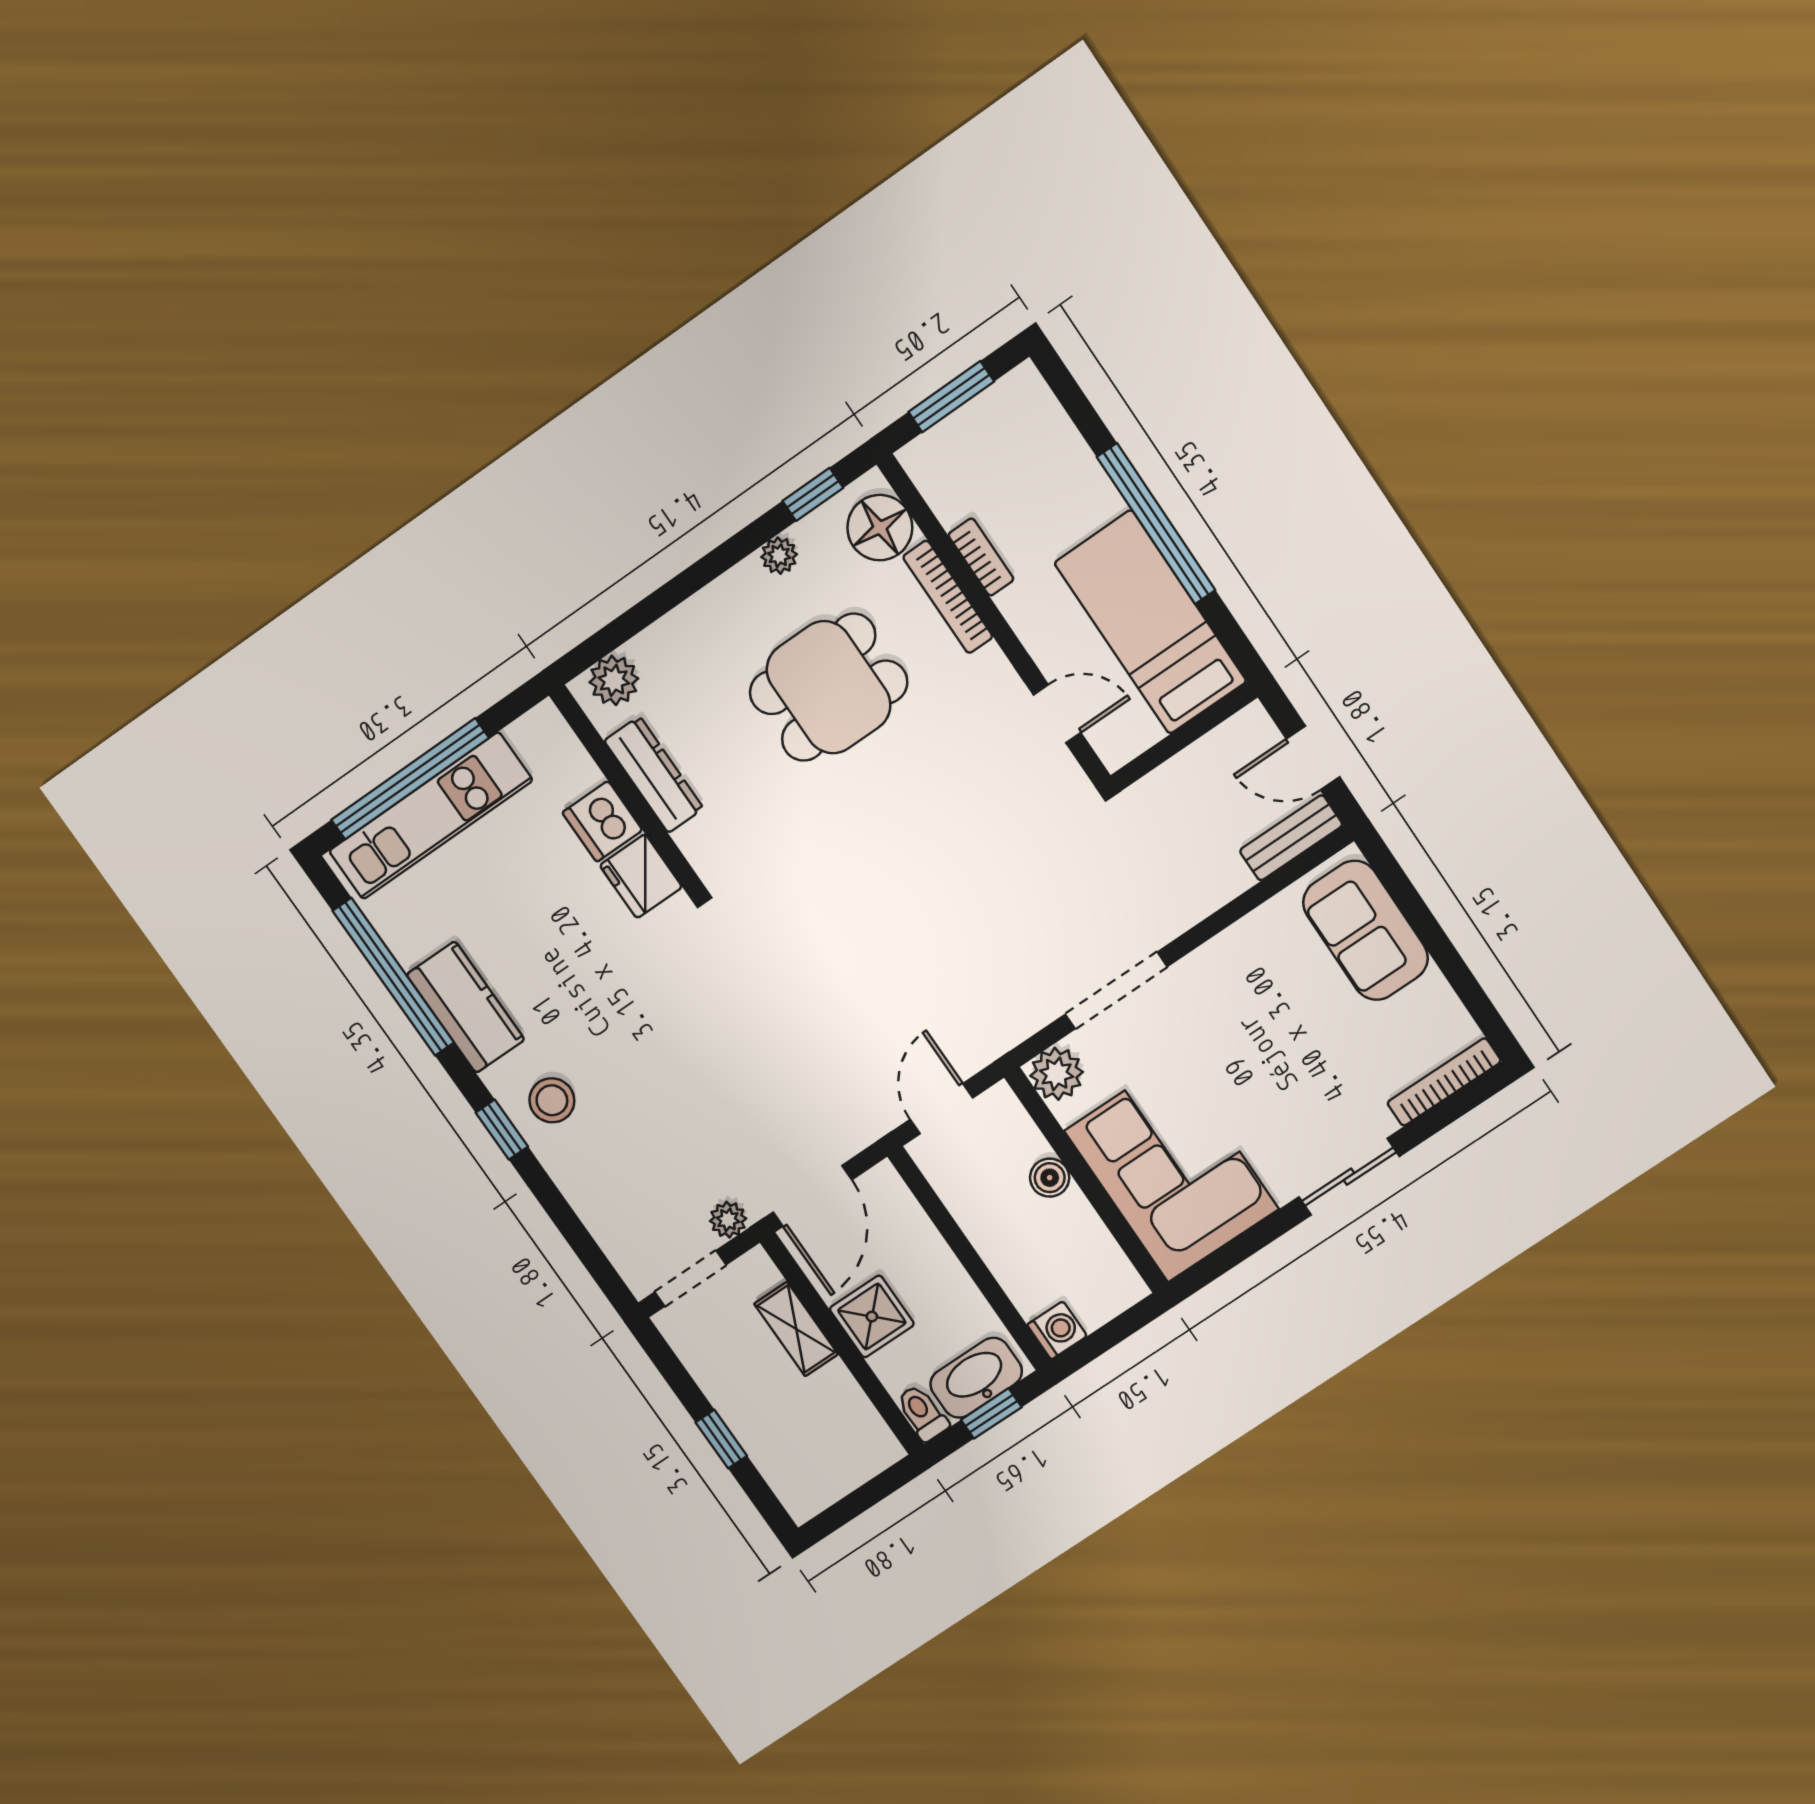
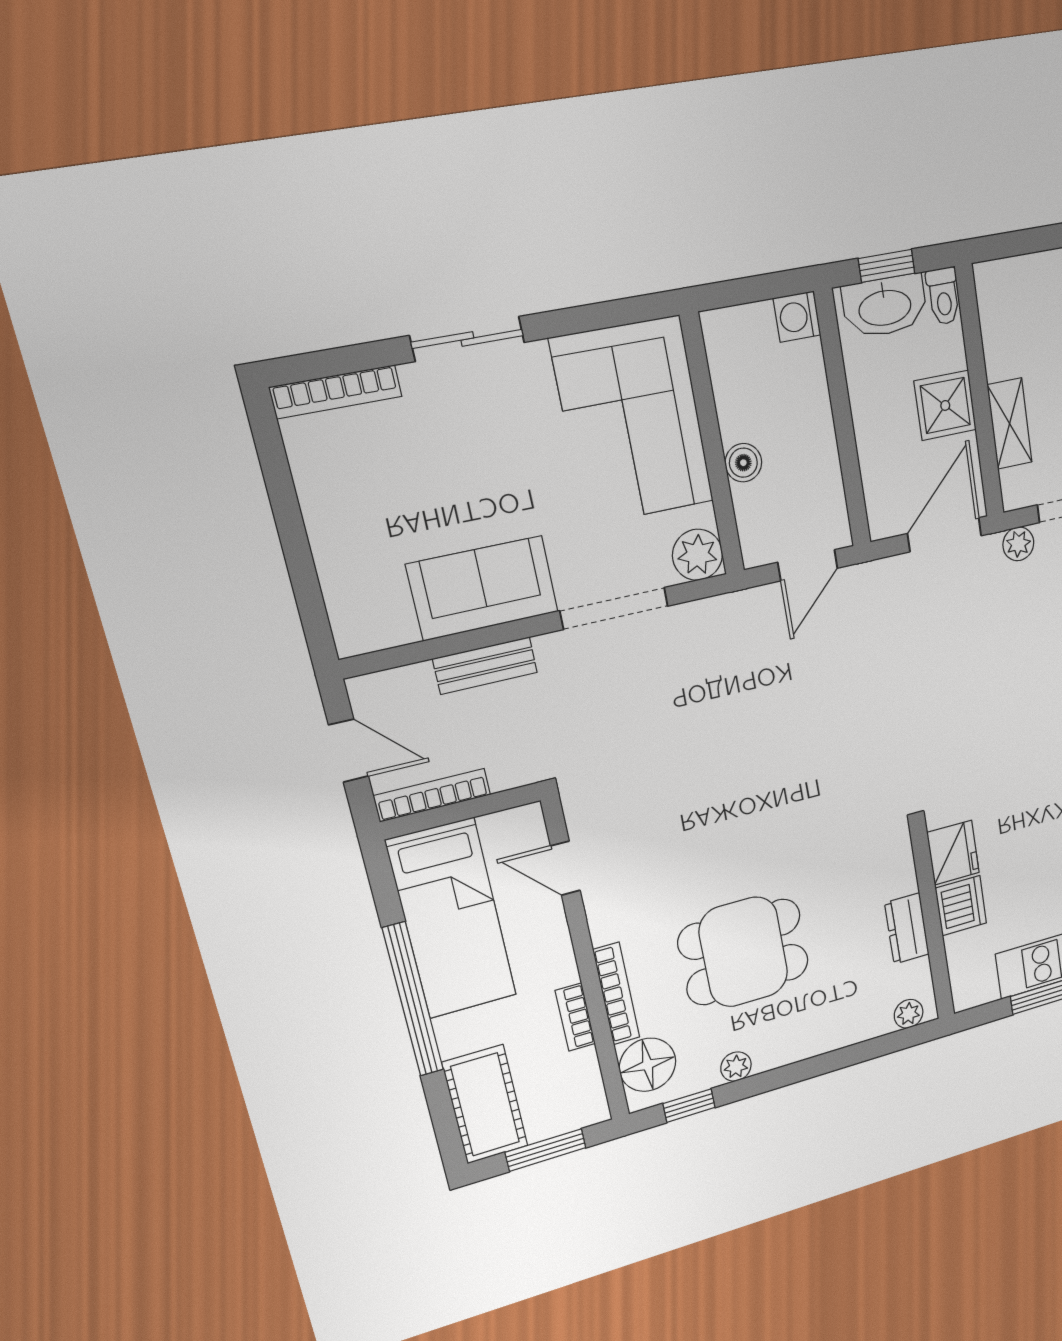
cot: (1037, 430) -> (485, 1104), added
plant: (614, 680) -> (909, 1014), width x0.73, depth x0.73
bookcase: (1218, 742) -> (432, 795), added
dresser: (654, 775) -> (907, 928), width x0.70
bench: (1291, 838) -> (485, 666), moved
sofa: (1366, 930) -> (483, 588), moved, turned -90

